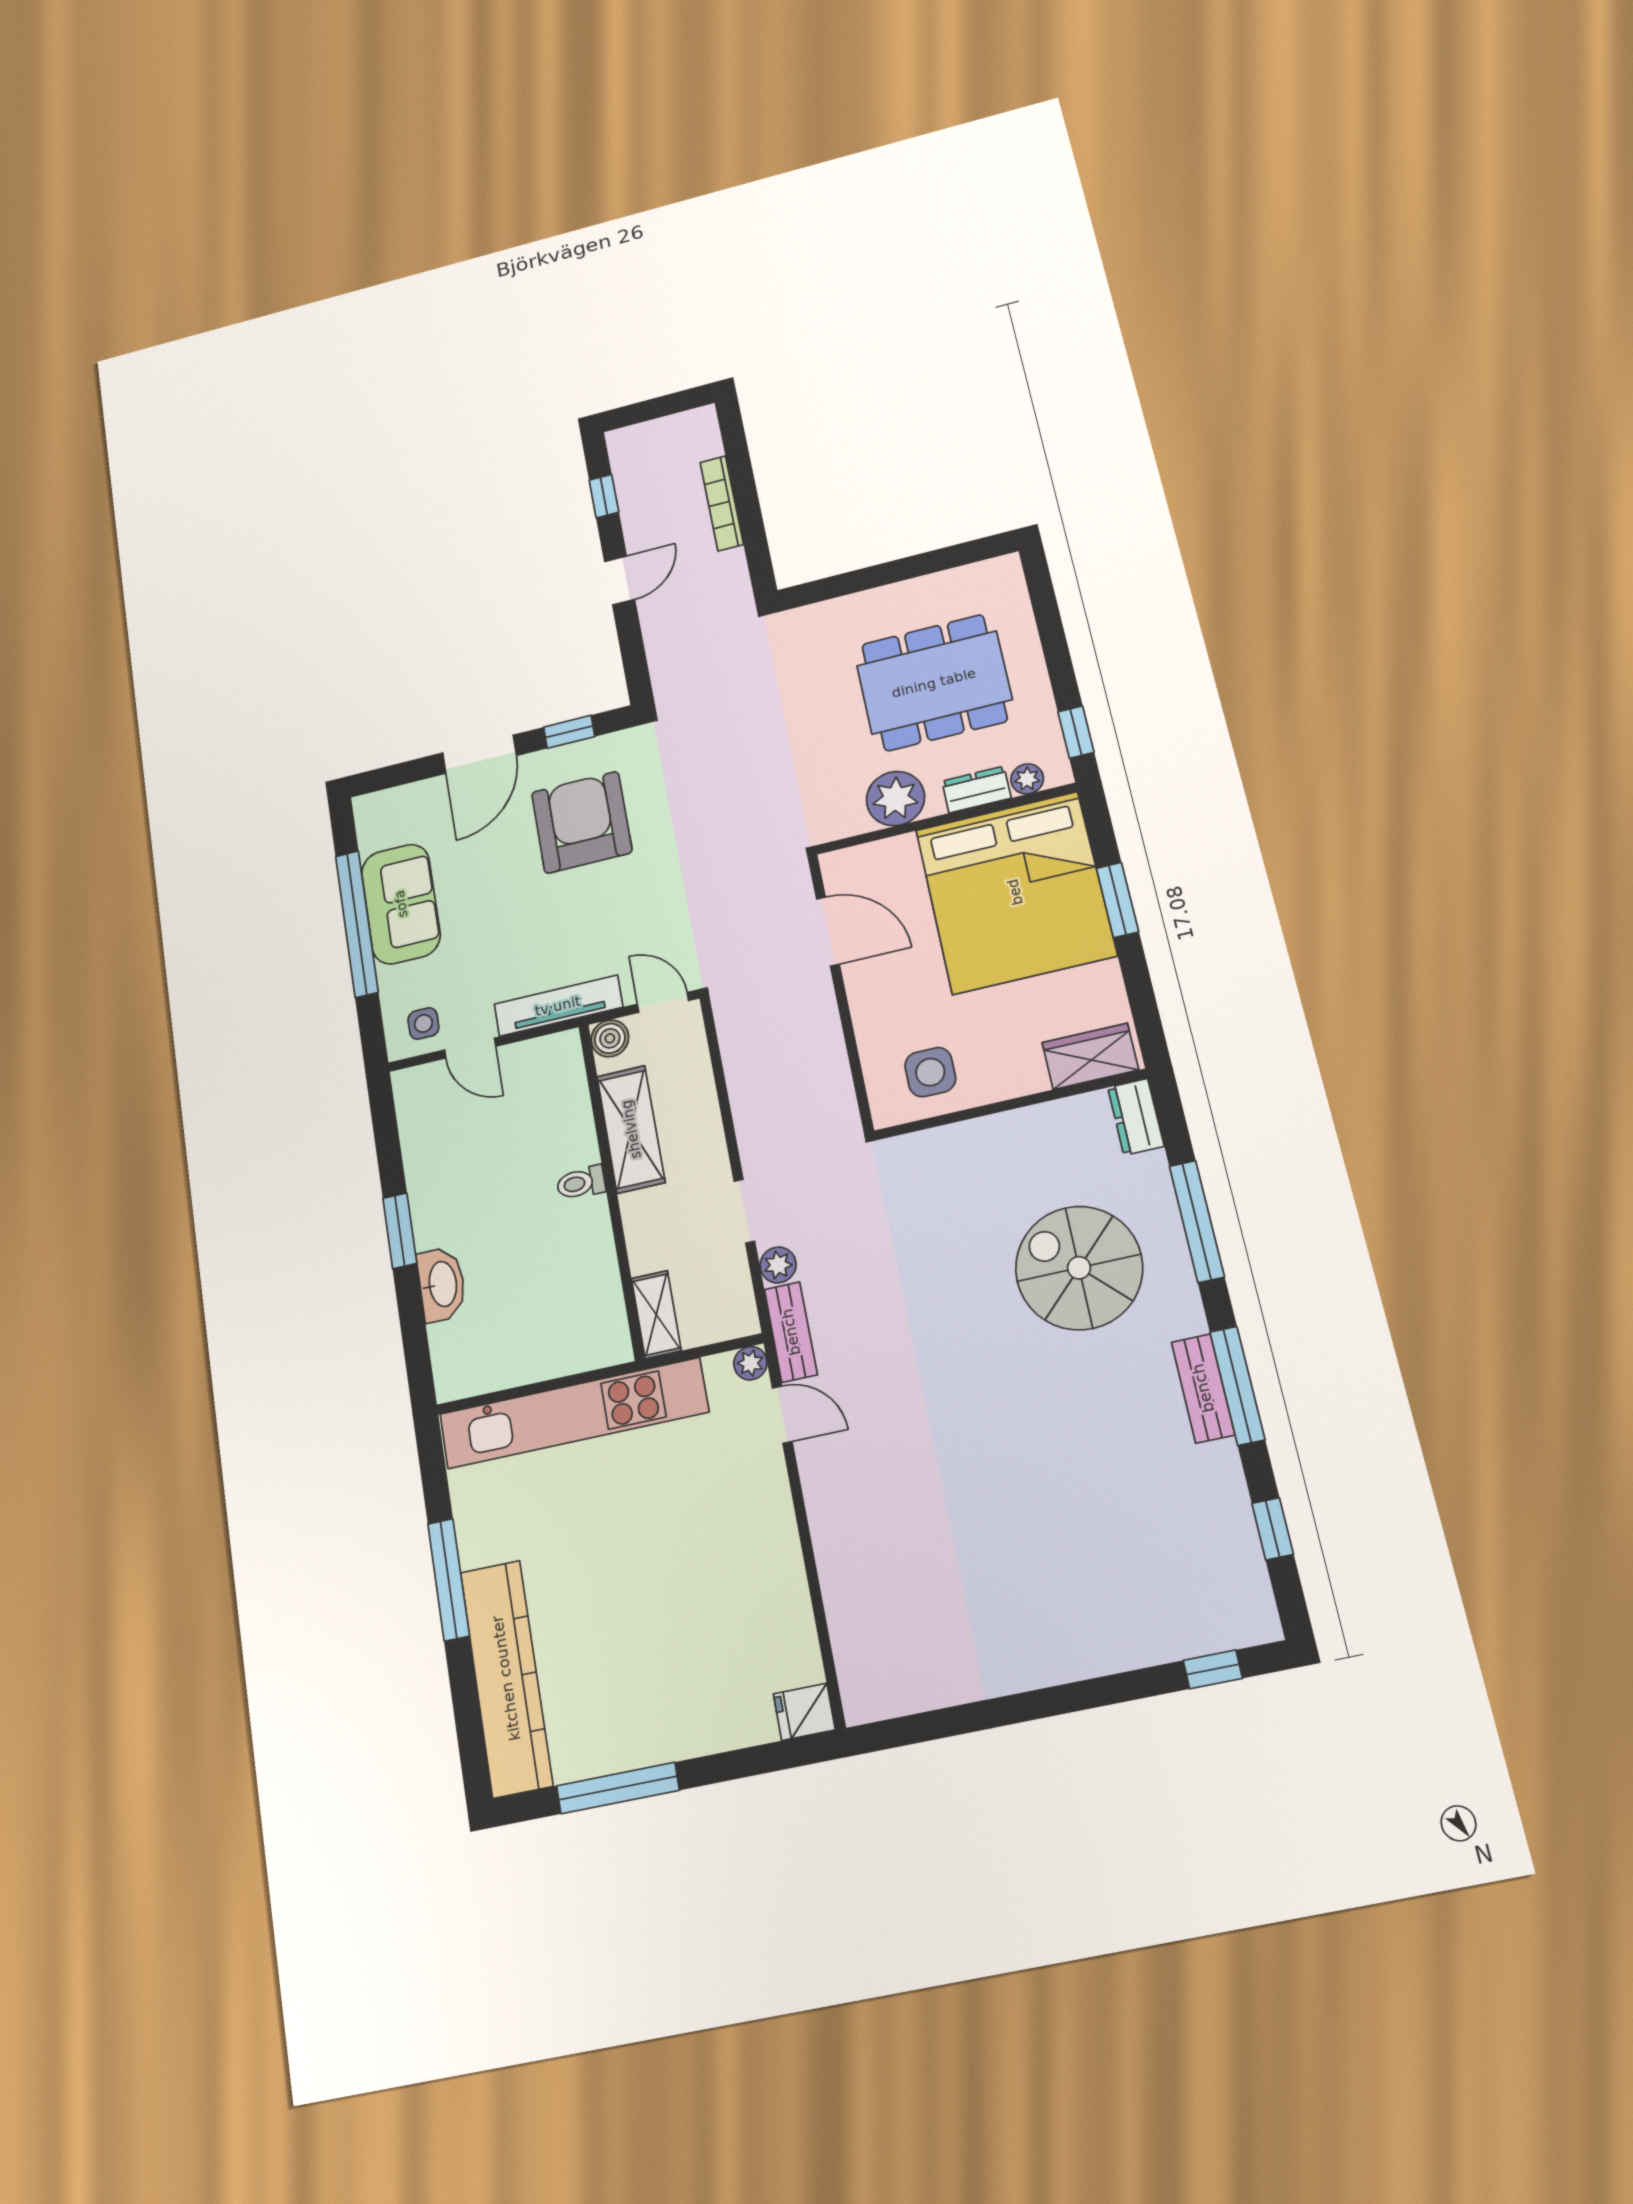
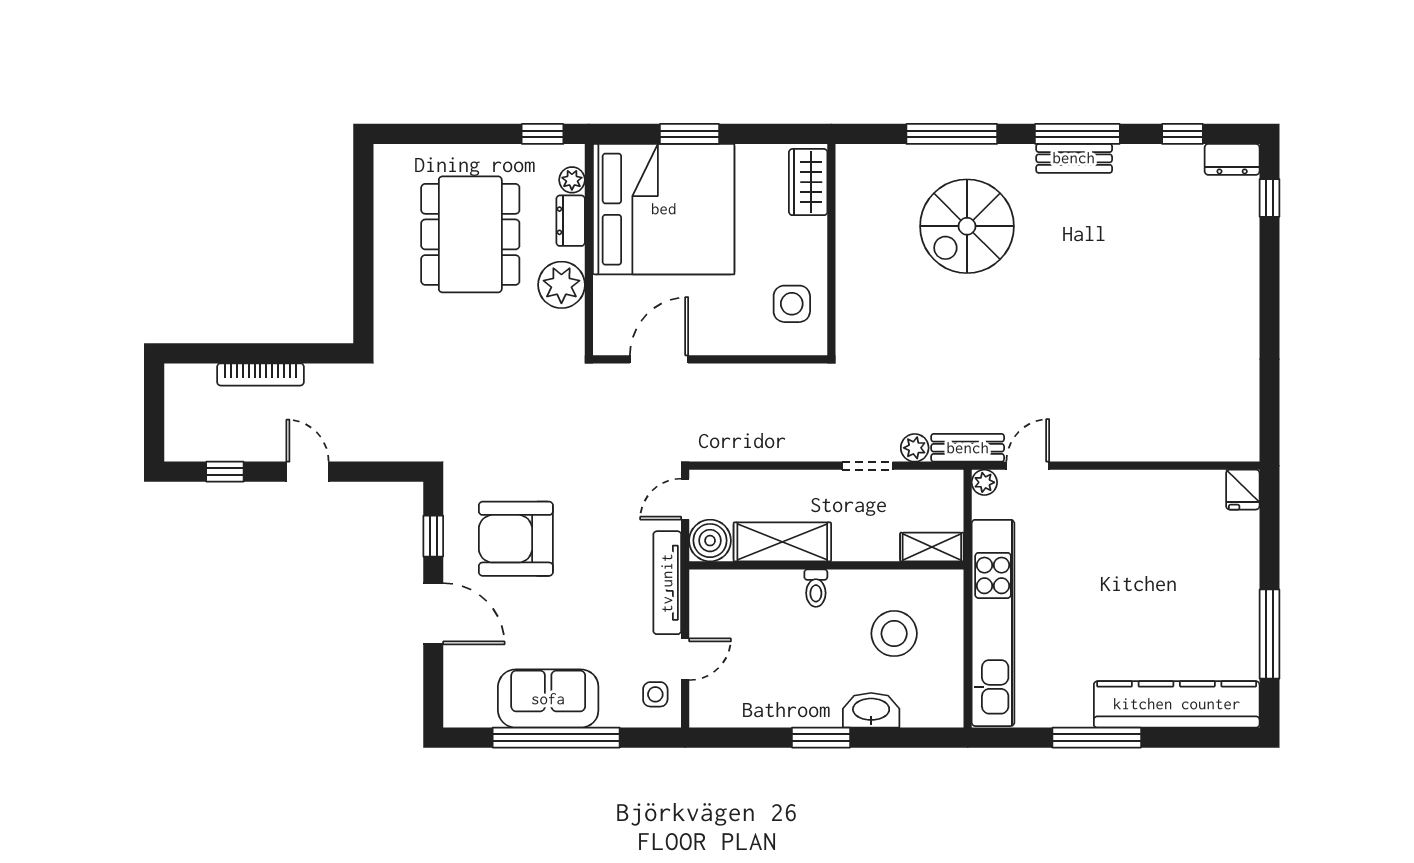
boiler: (610, 1038) -> (710, 541), width x1.36, depth x1.36
dresser: (1136, 1117) -> (1232, 159), moved
stool: (540, 1291) -> (894, 634), added

